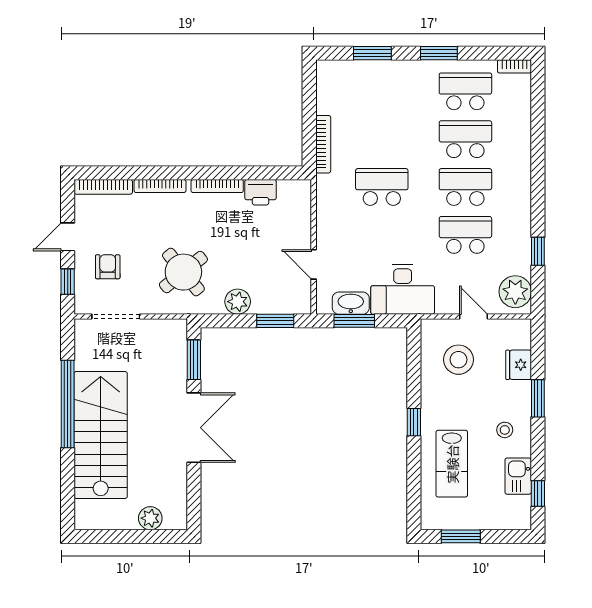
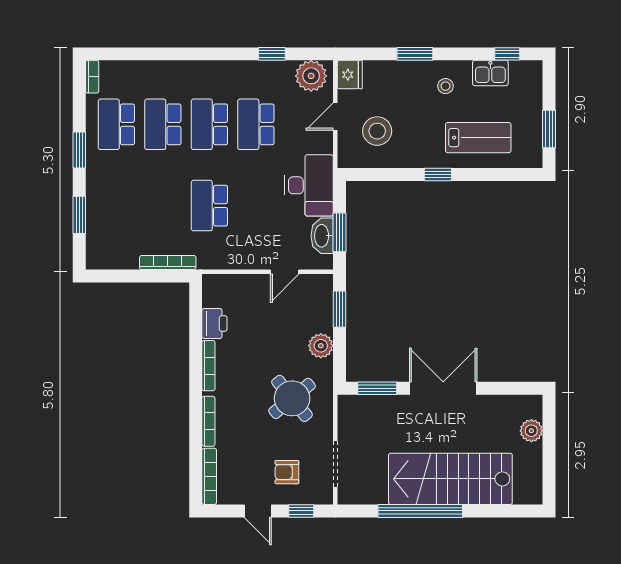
fridge: (519, 365) -> (350, 75), moved, turned -90

